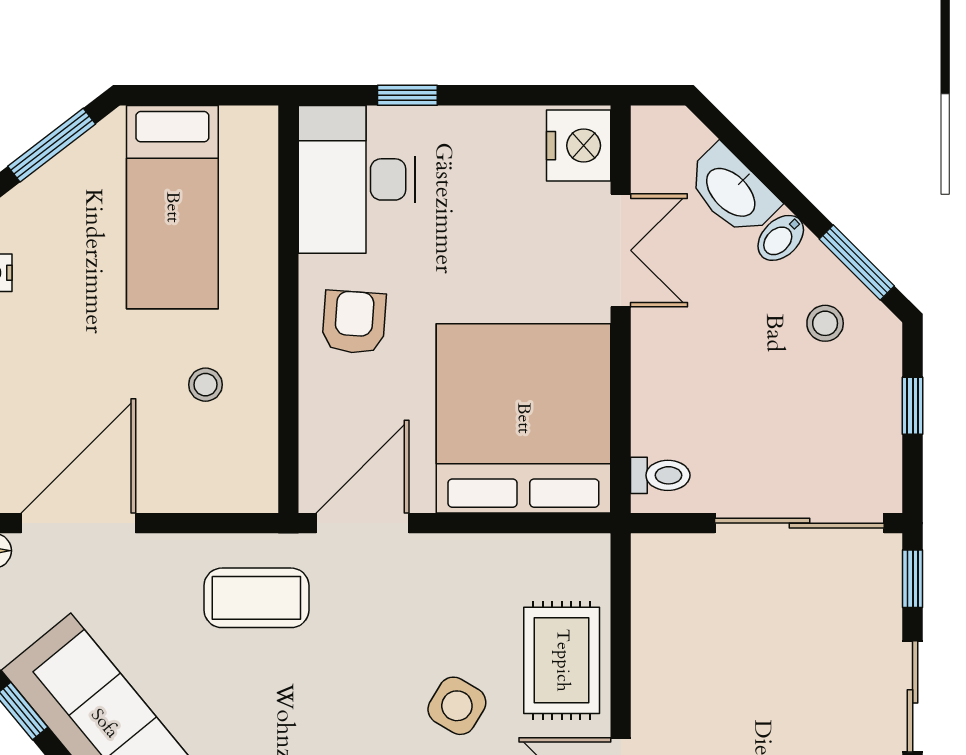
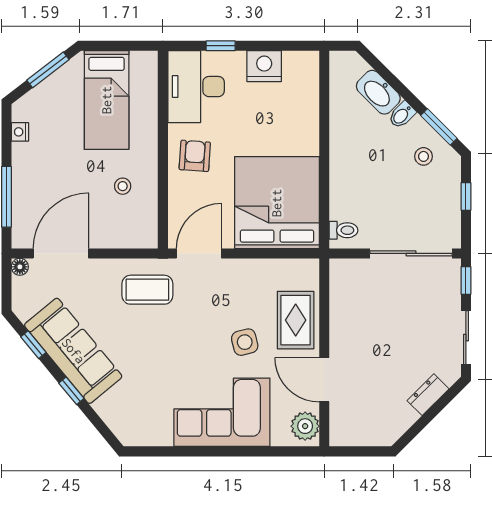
nightstand: (579, 146) -> (264, 66), moved, turned -90
double door: (621, 250) -> (324, 121), removed
side table: (457, 706) -> (245, 342), turned 45

